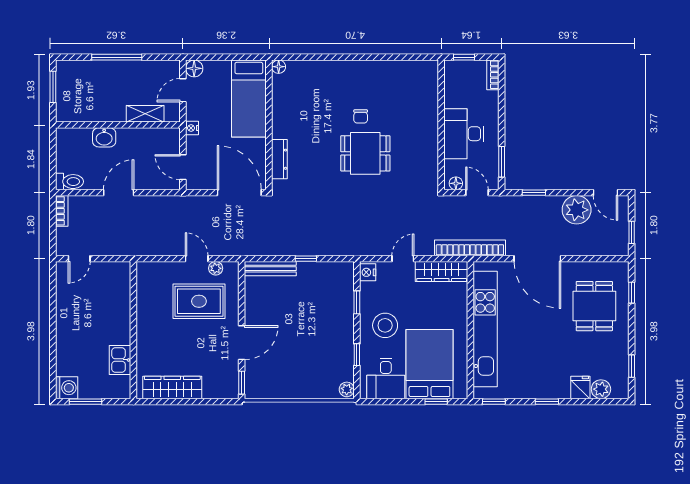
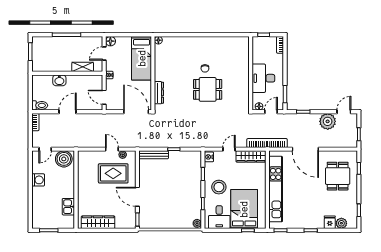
door: (477, 193) -> (271, 112), hinge flipped
door: (605, 193) -> (344, 112), swing flipped
boiler: (112, 276) -> (64, 159), added
door: (242, 343) -> (137, 197), swing flipped
washing machine: (67, 388) -> (38, 180), moved

